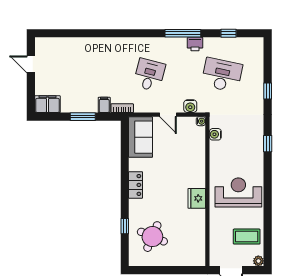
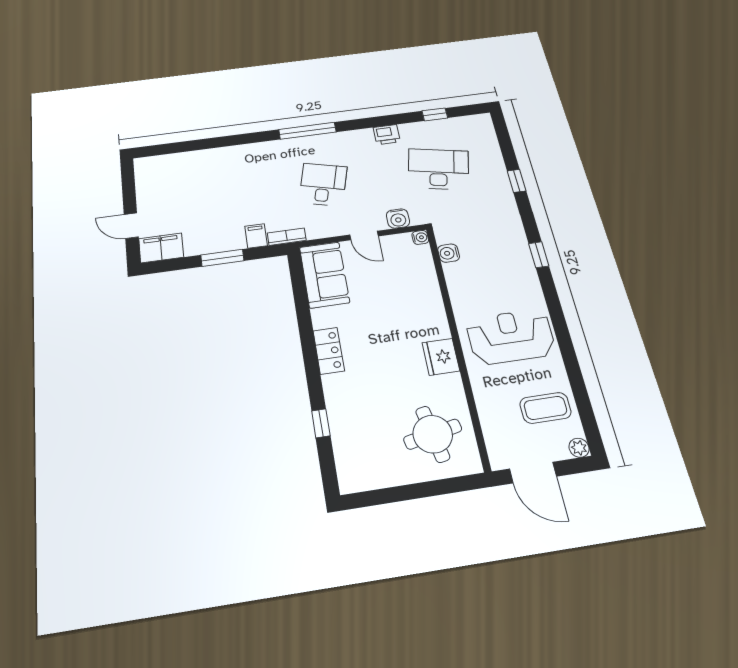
window: (183, 33) -> (307, 131), moved
door: (31, 64) -> (131, 226), moved
round table: (152, 237) -> (433, 434), moved, turned -34

